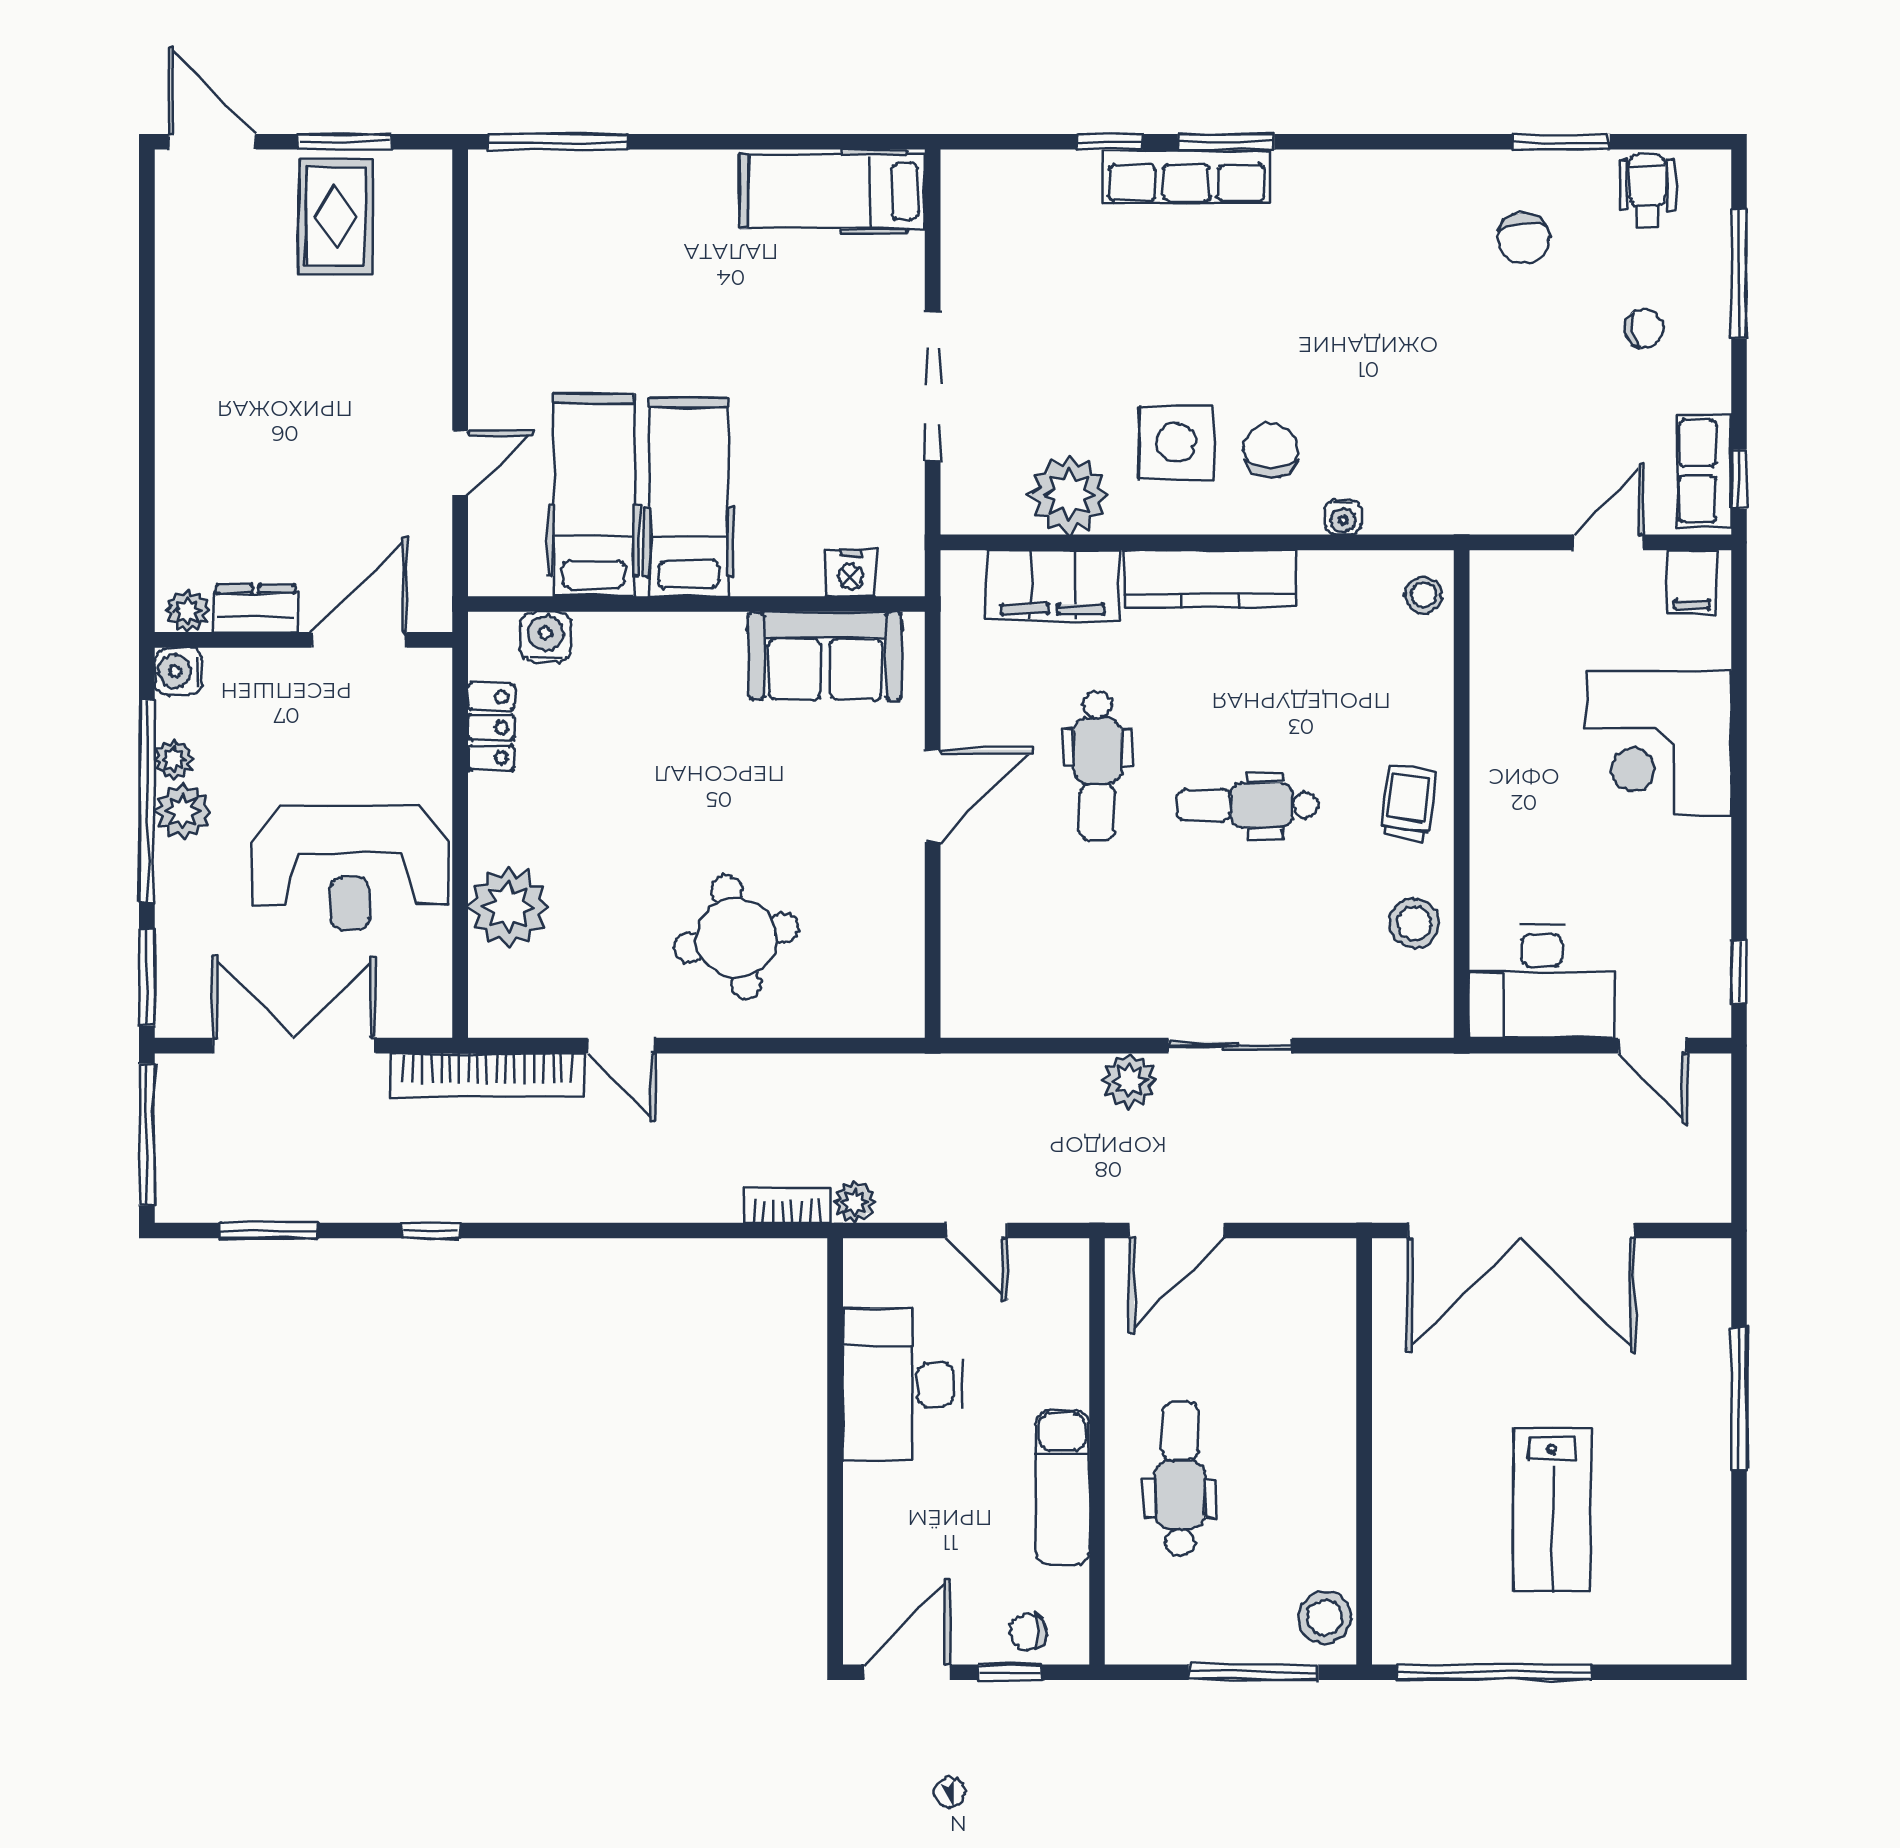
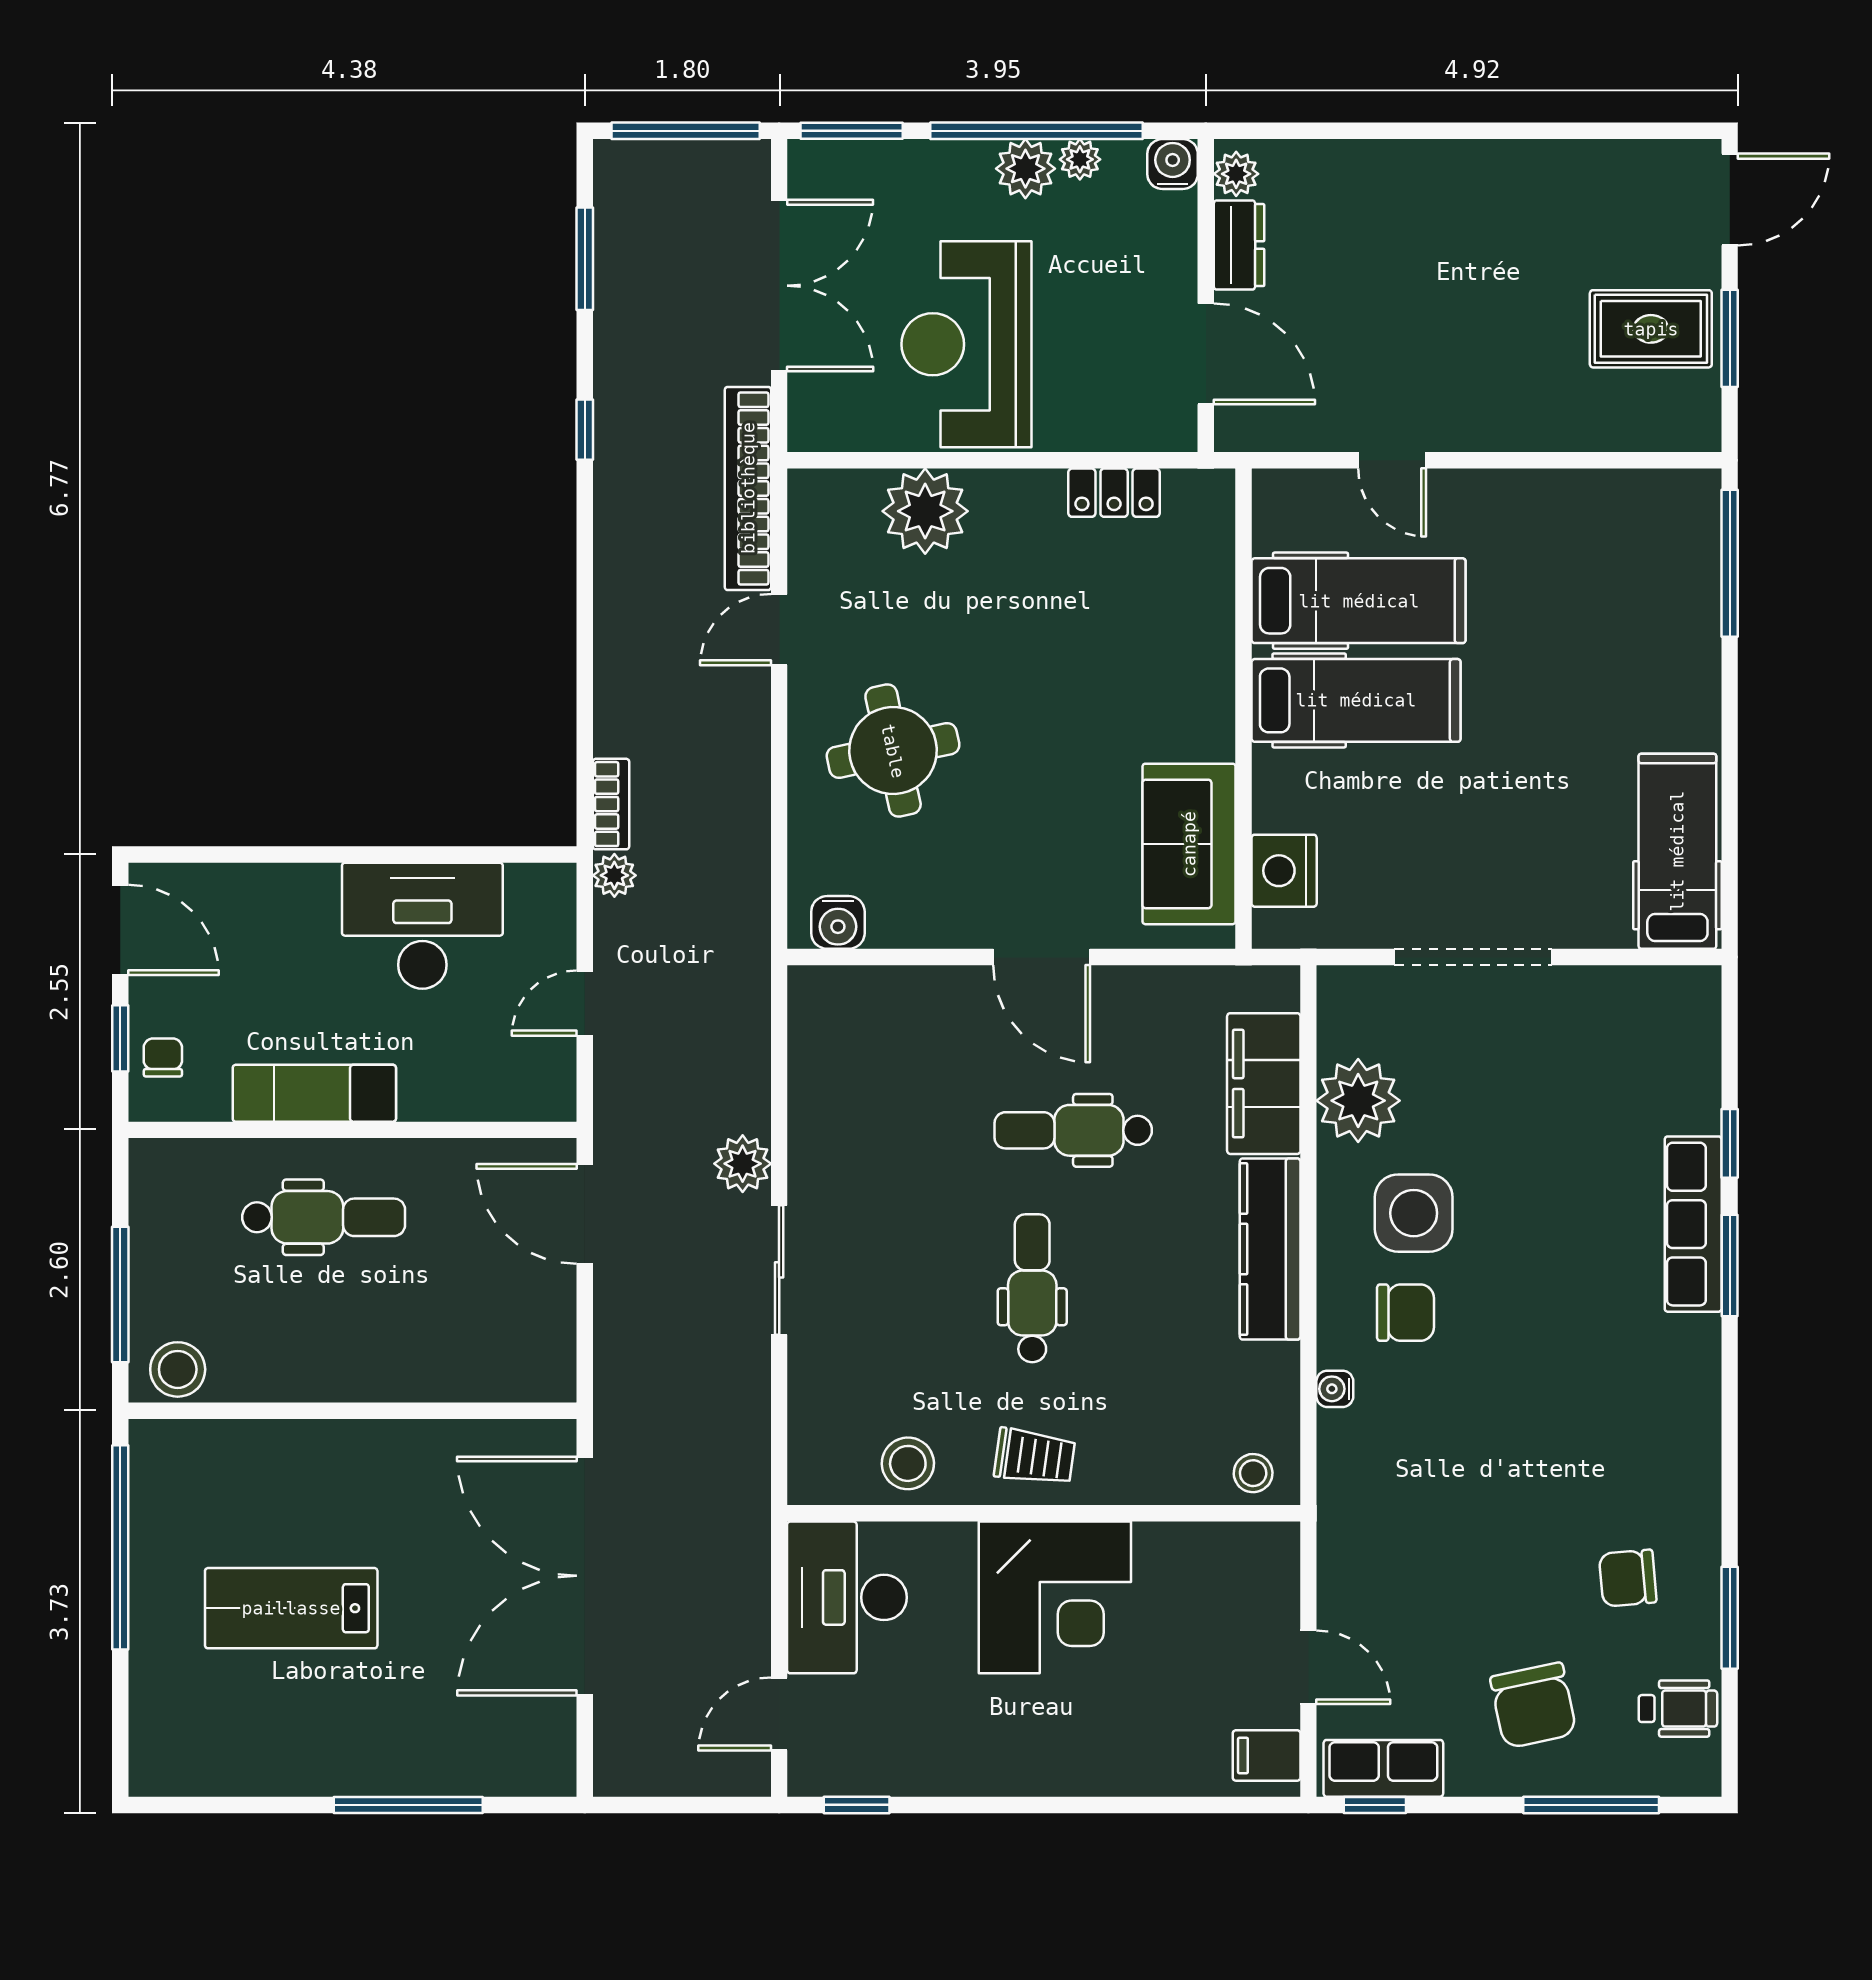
chair: (1644, 328) -> (1533, 1705), width x1.87, depth x1.87
nightstand: (850, 573) -> (1284, 871), width x1.36, depth x1.33
water cooler: (546, 637) -> (838, 922), moved, turned 90
corner desk: (1659, 743) -> (1055, 1597), moved, turned 180

